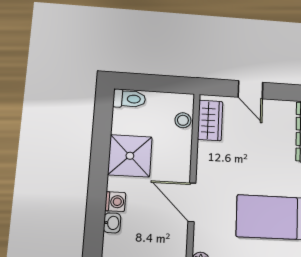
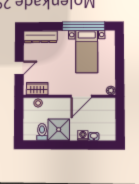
toilet: (129, 99) -> (42, 132), moved

